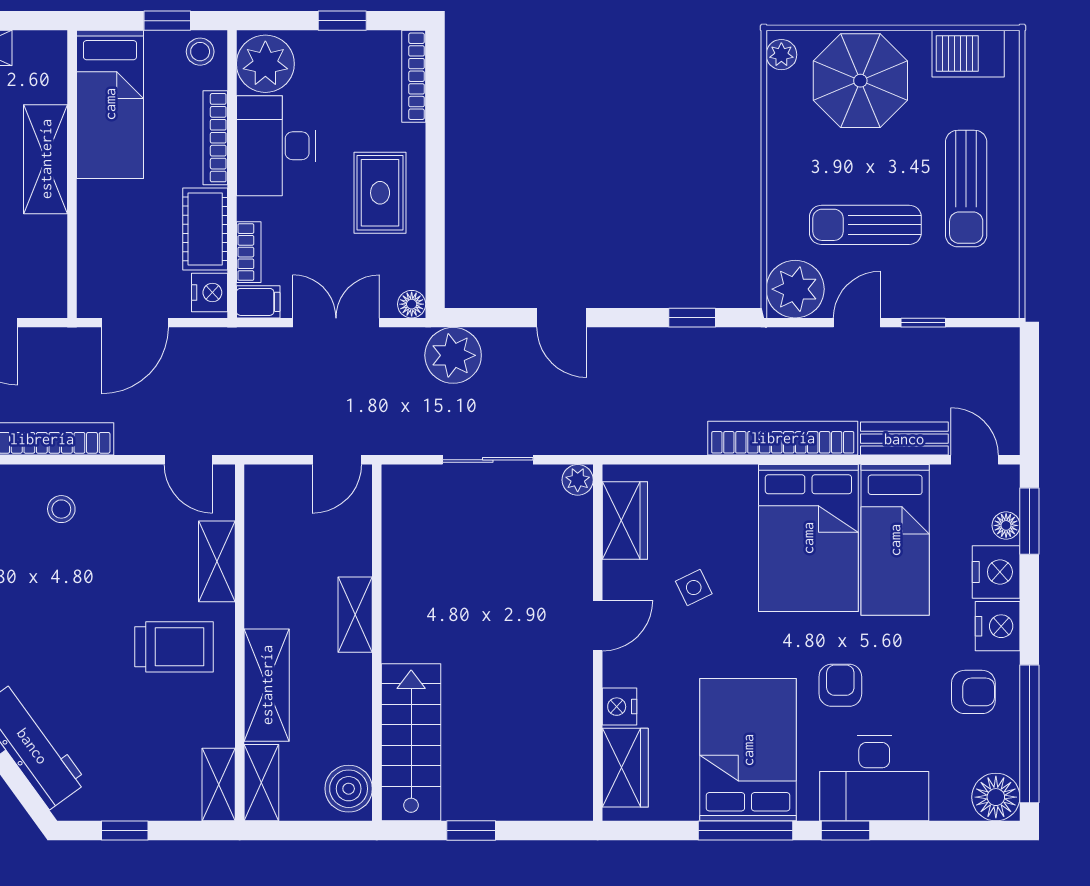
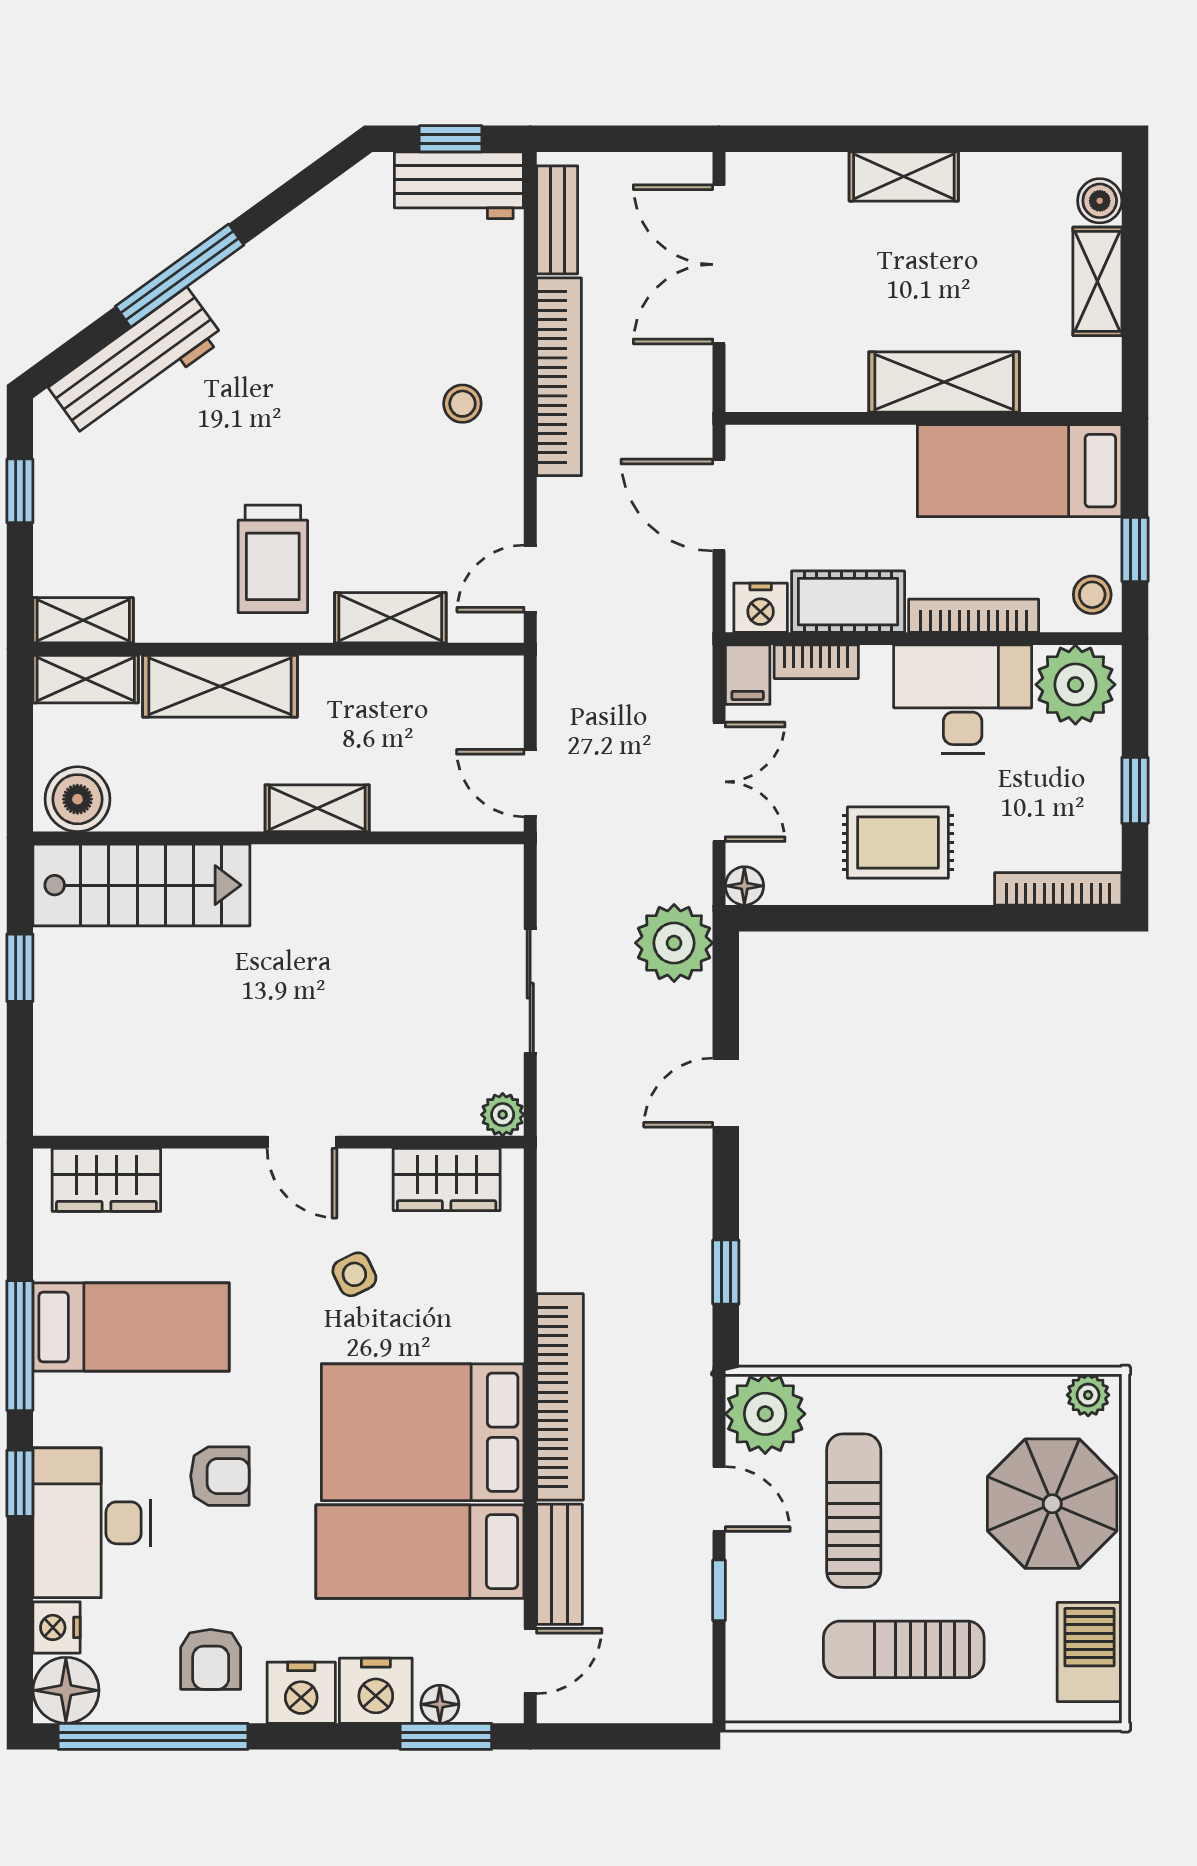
nightstand: (619, 707) -> (57, 1627), moved, turned -90
bed: (748, 750) -> (131, 1327), width x0.67

